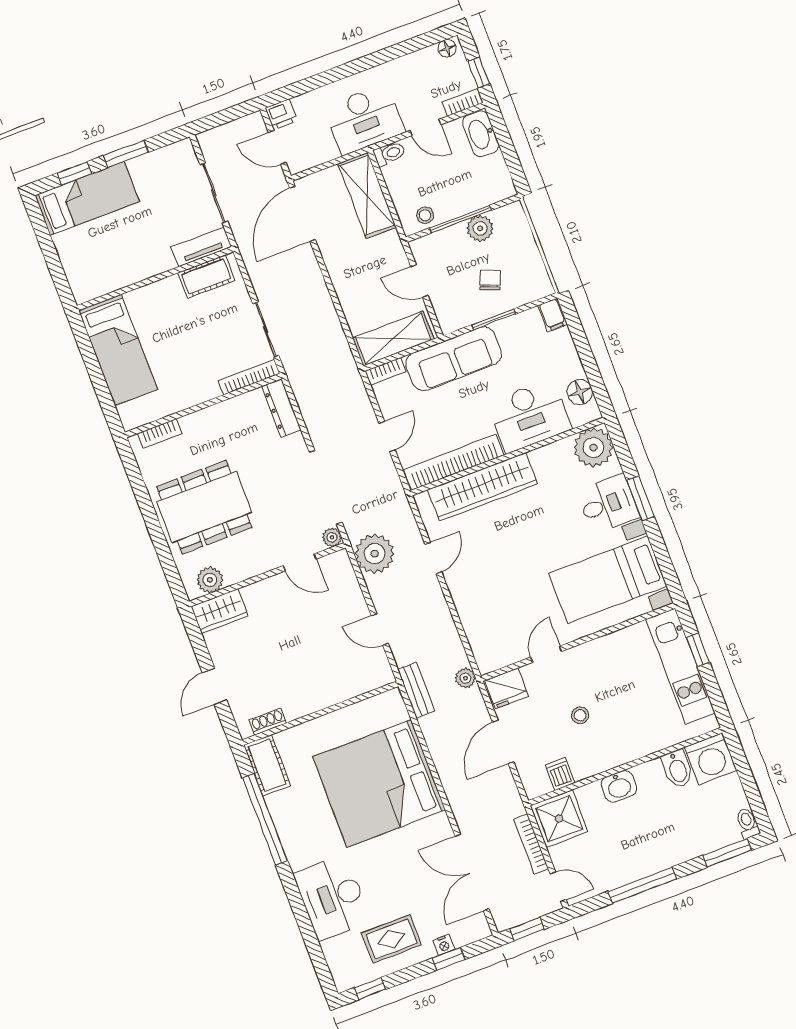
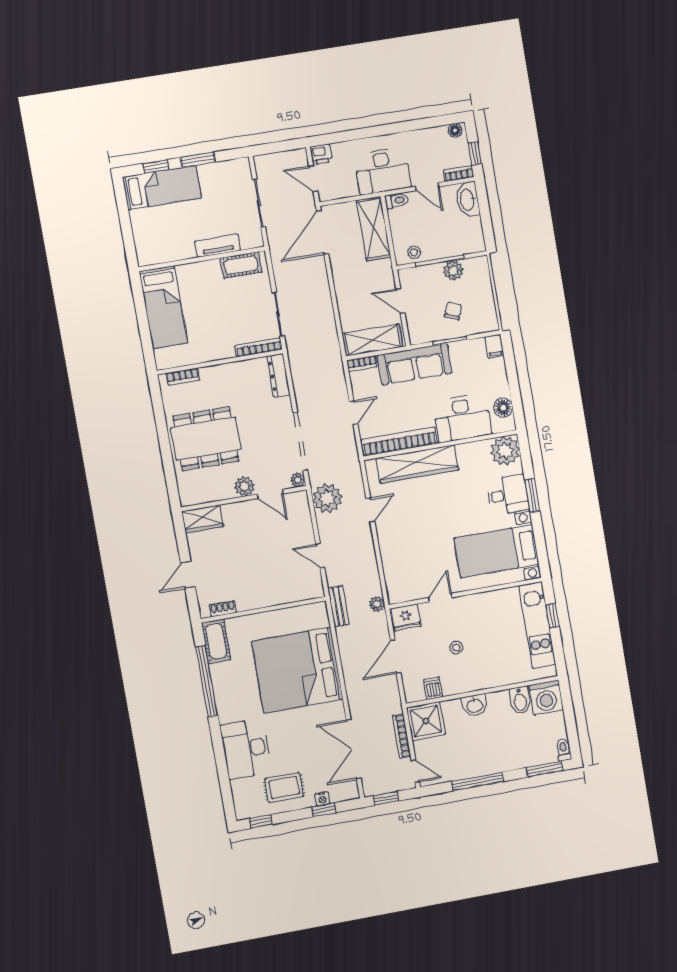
tv unit: (201, 247) -> (218, 246), moved
plant: (210, 580) -> (245, 486), moved

